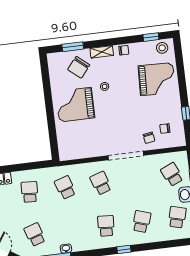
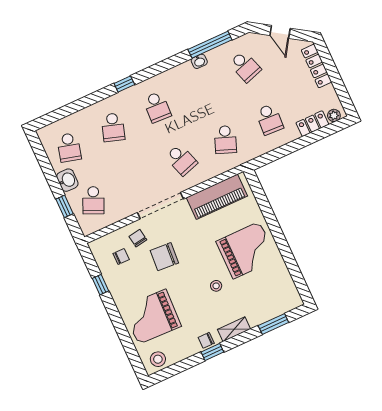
window: (151, 37) -> (212, 352), moved
chair: (79, 67) -> (164, 257), moved, turned -126
piano: (84, 149) -> (217, 197), added
school desk: (172, 174) -> (93, 200), turned 48
school desk: (65, 188) -> (225, 140), turned 39

